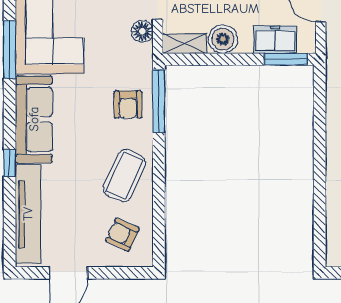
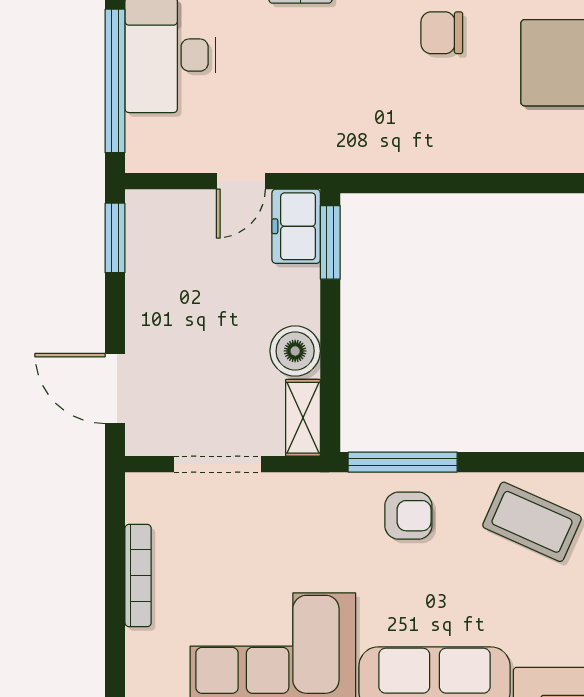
floor lamp: (142, 31) -> (282, 491), removed
freezer: (275, 40) -> (296, 226), moved

